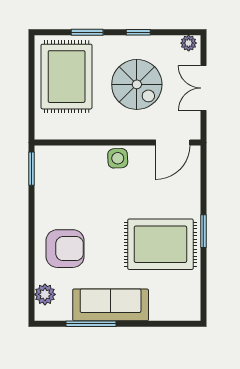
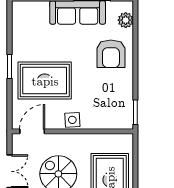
rug: (160, 244) -> (45, 81), moved
armchair: (65, 249) -> (111, 54), turned -90

